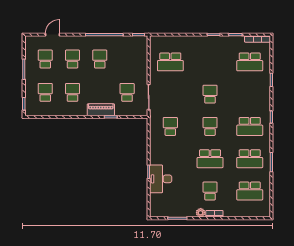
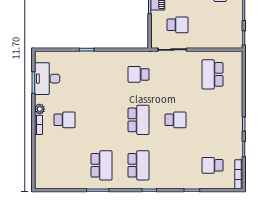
school desk: (250, 62) -> (212, 165), width x0.54
school desk: (170, 126) -> (139, 74), turned 180
school desk: (210, 126) -> (139, 120), width x1.85
school desk: (250, 126) -> (139, 165), turned 180
school desk: (210, 159) -> (102, 120), removed
school desk: (250, 159) -> (102, 165), turned 180
desk: (161, 179) -> (47, 79), moved, turned -90
school desk: (250, 191) -> (65, 165), removed

